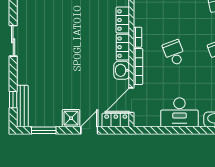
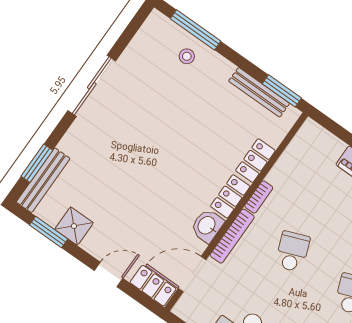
sliding door: (13, 41) -> (92, 86), width x1.37
window: (13, 100) -> (37, 163), width x1.50
shower: (71, 118) -> (74, 226), moved

